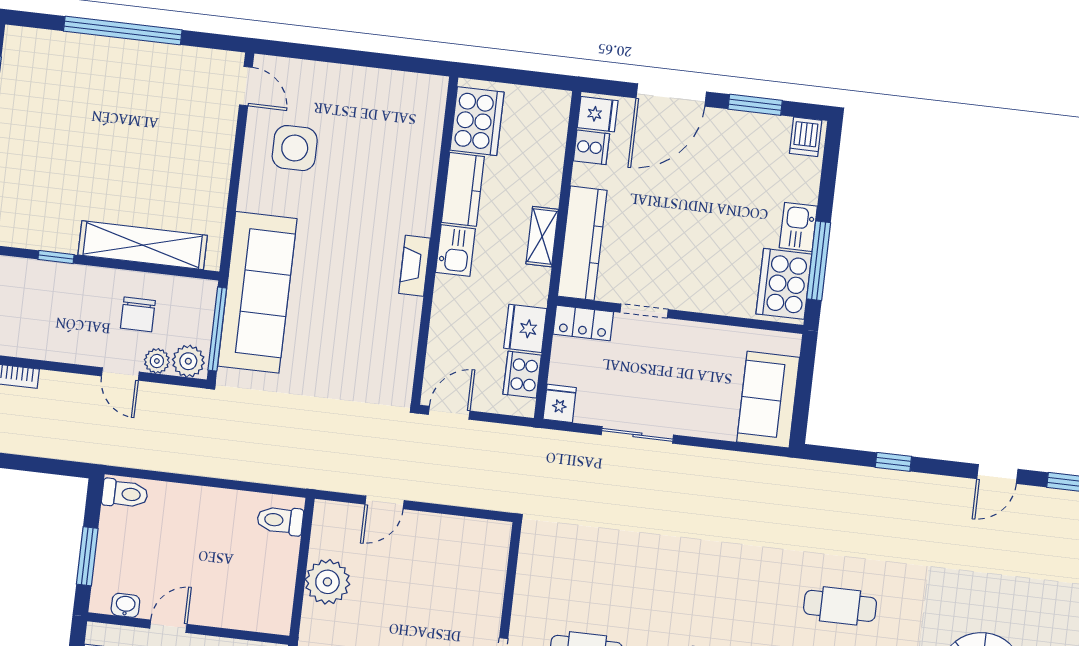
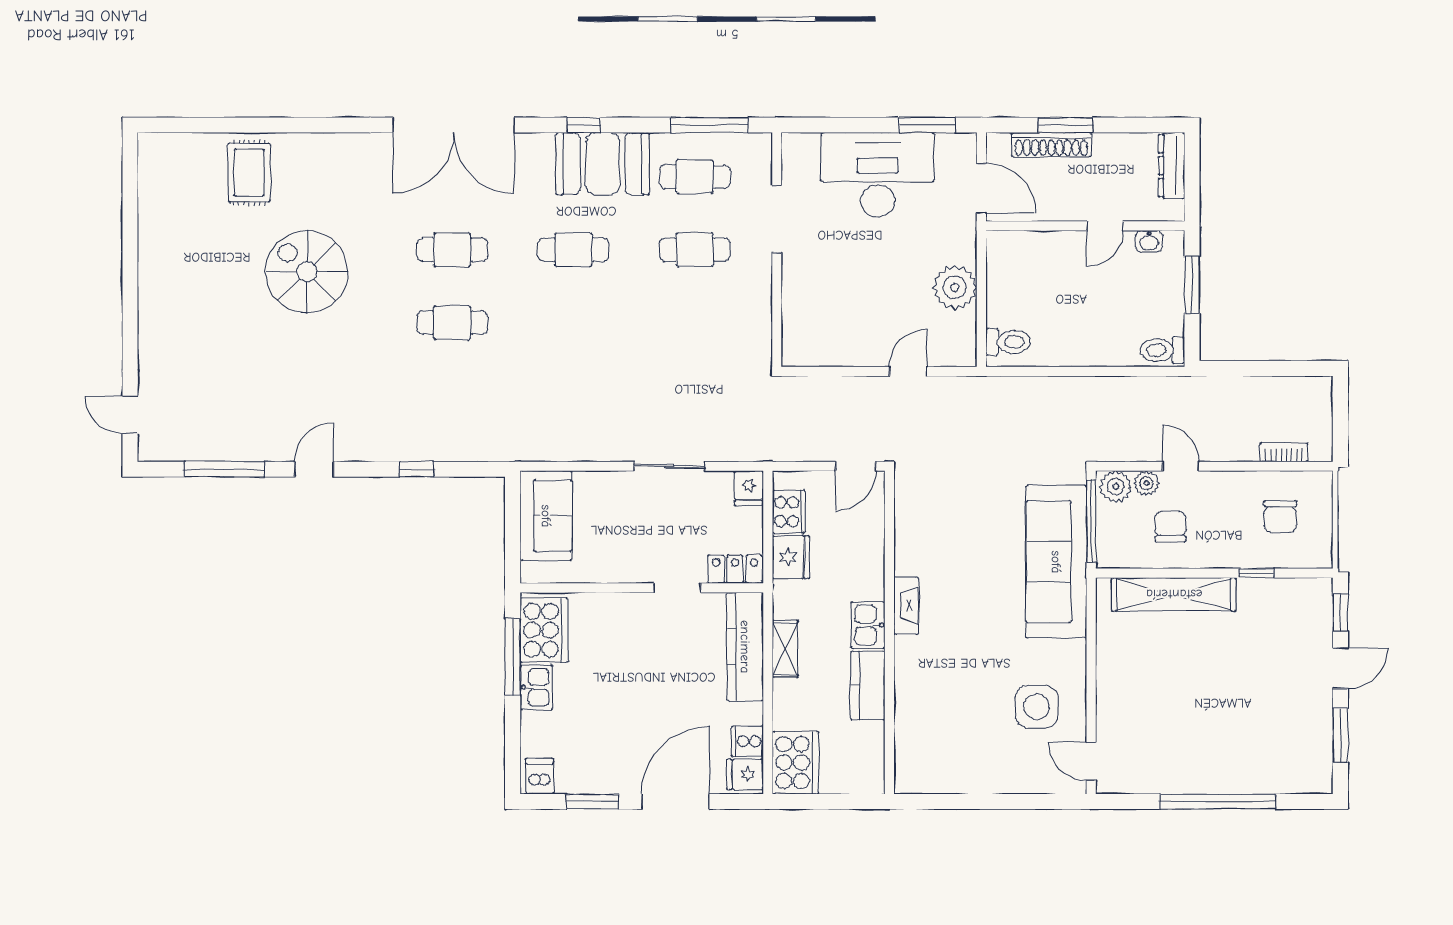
cooker: (477, 121) -> (795, 763), moved, turned 180
chair: (26, 311) -> (1280, 517), added

